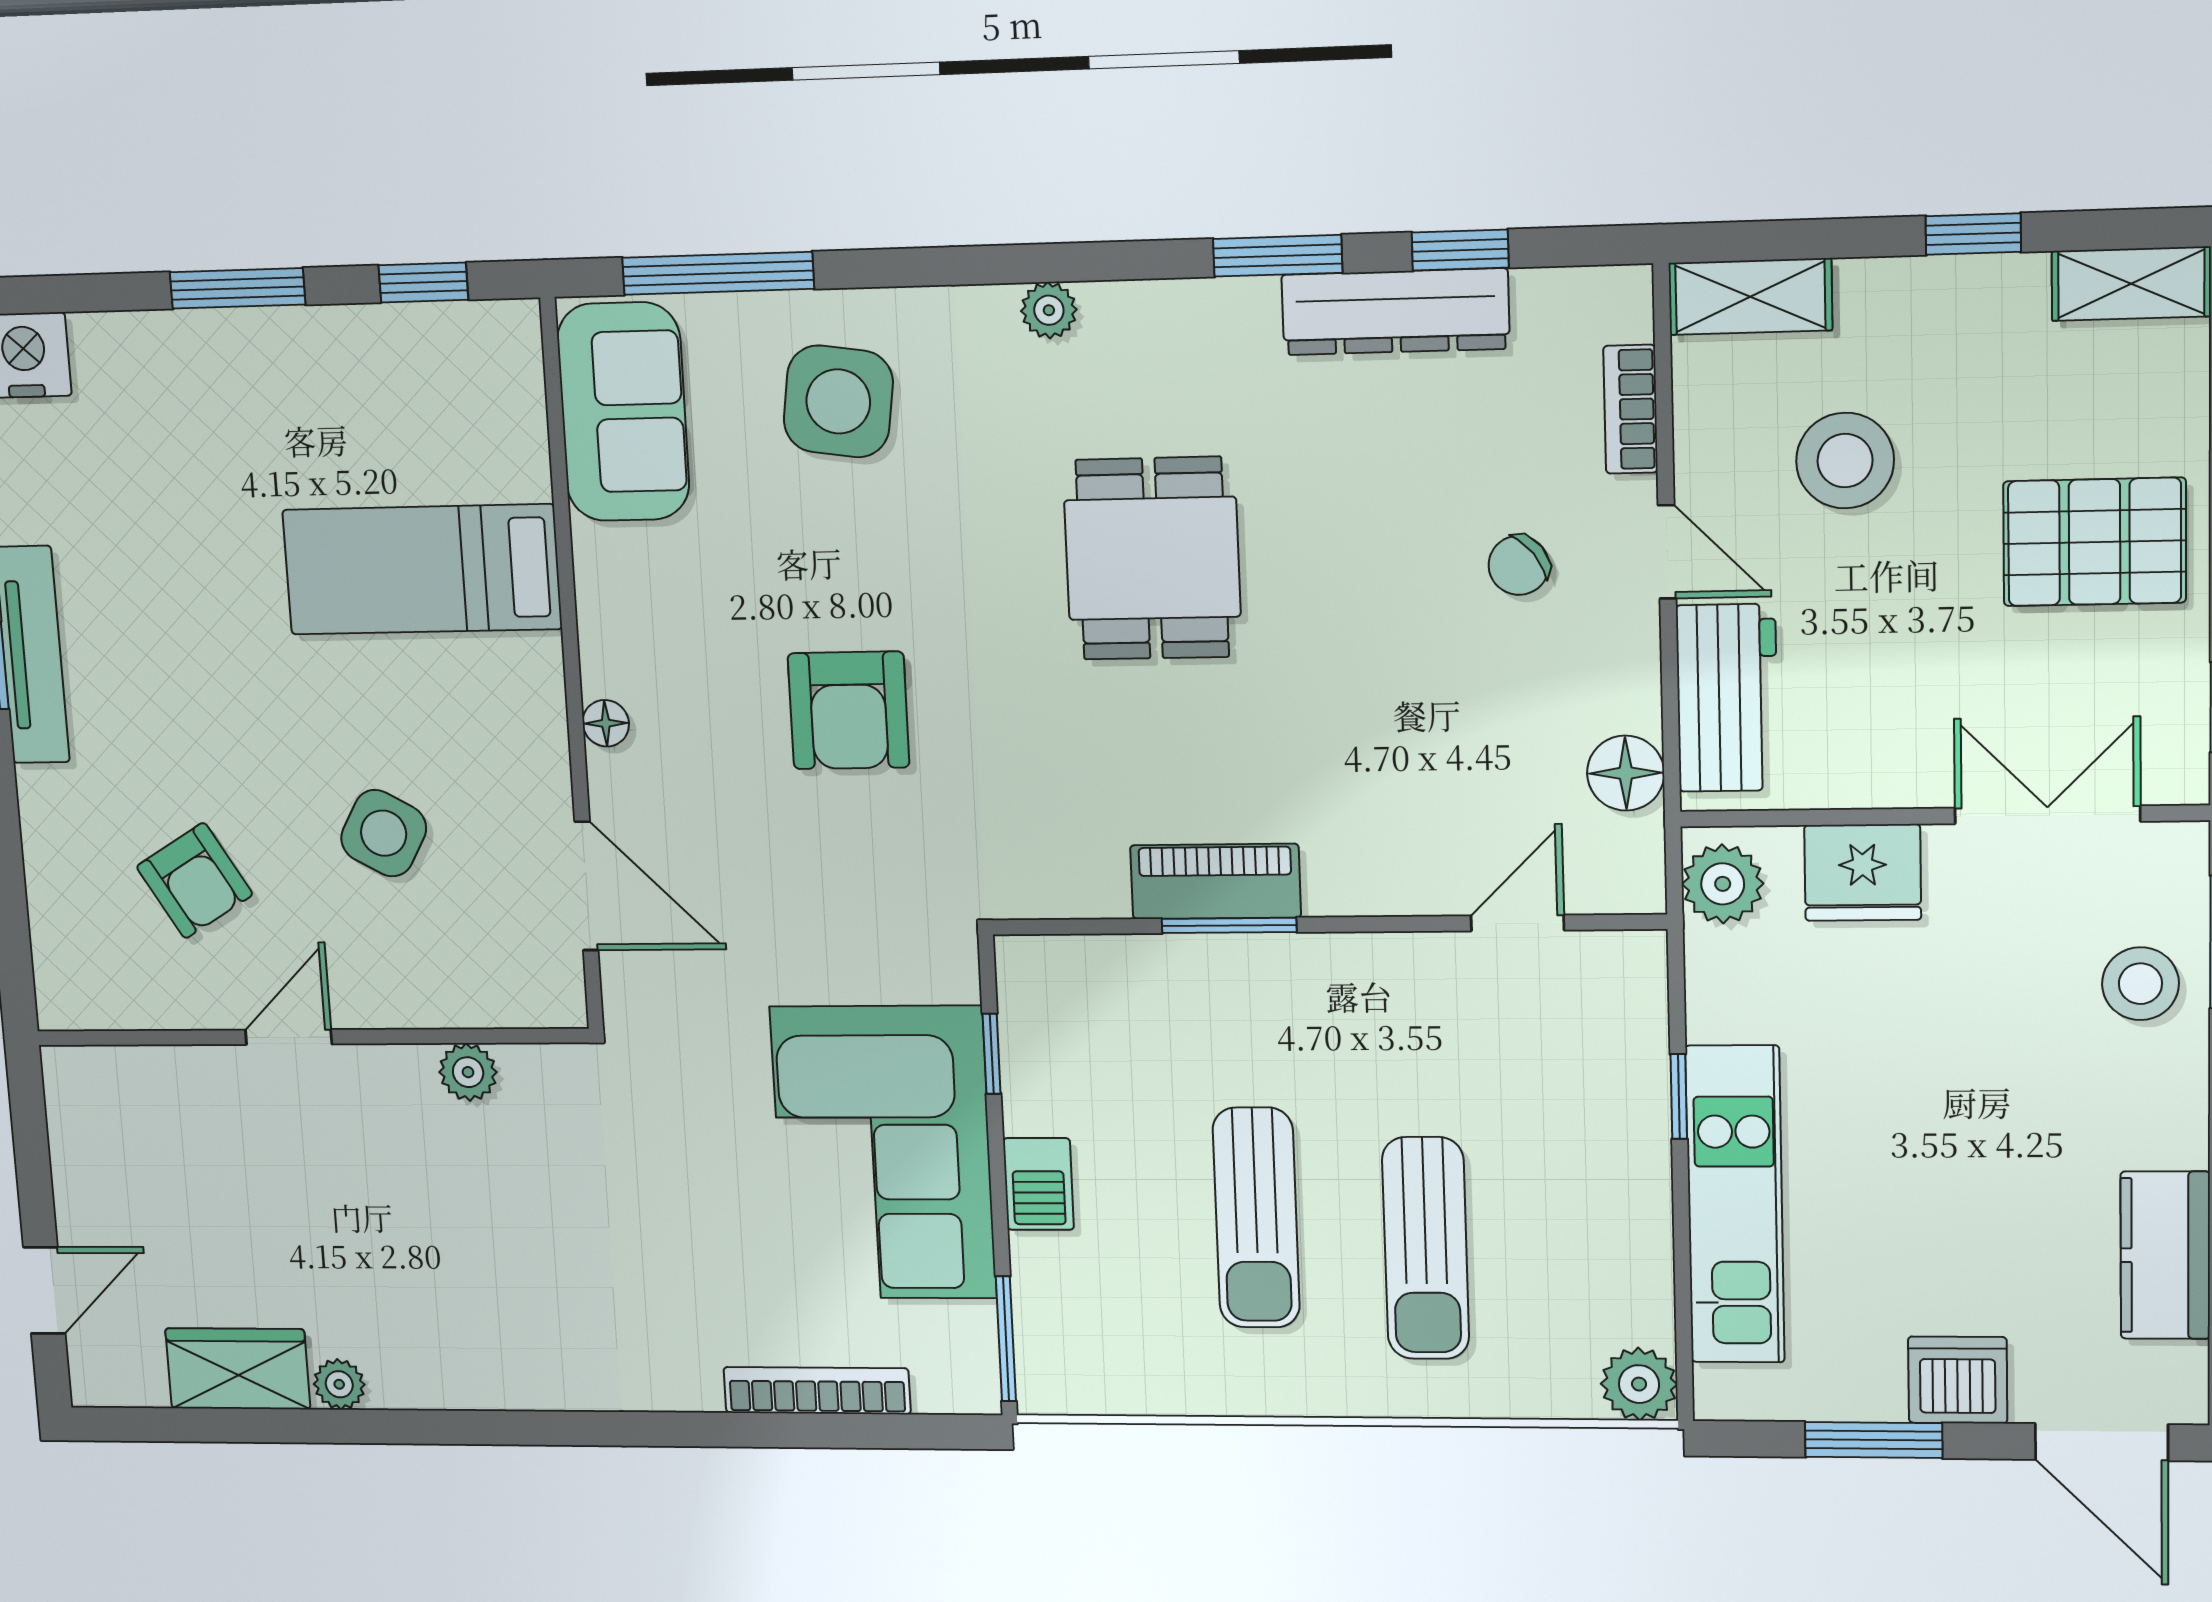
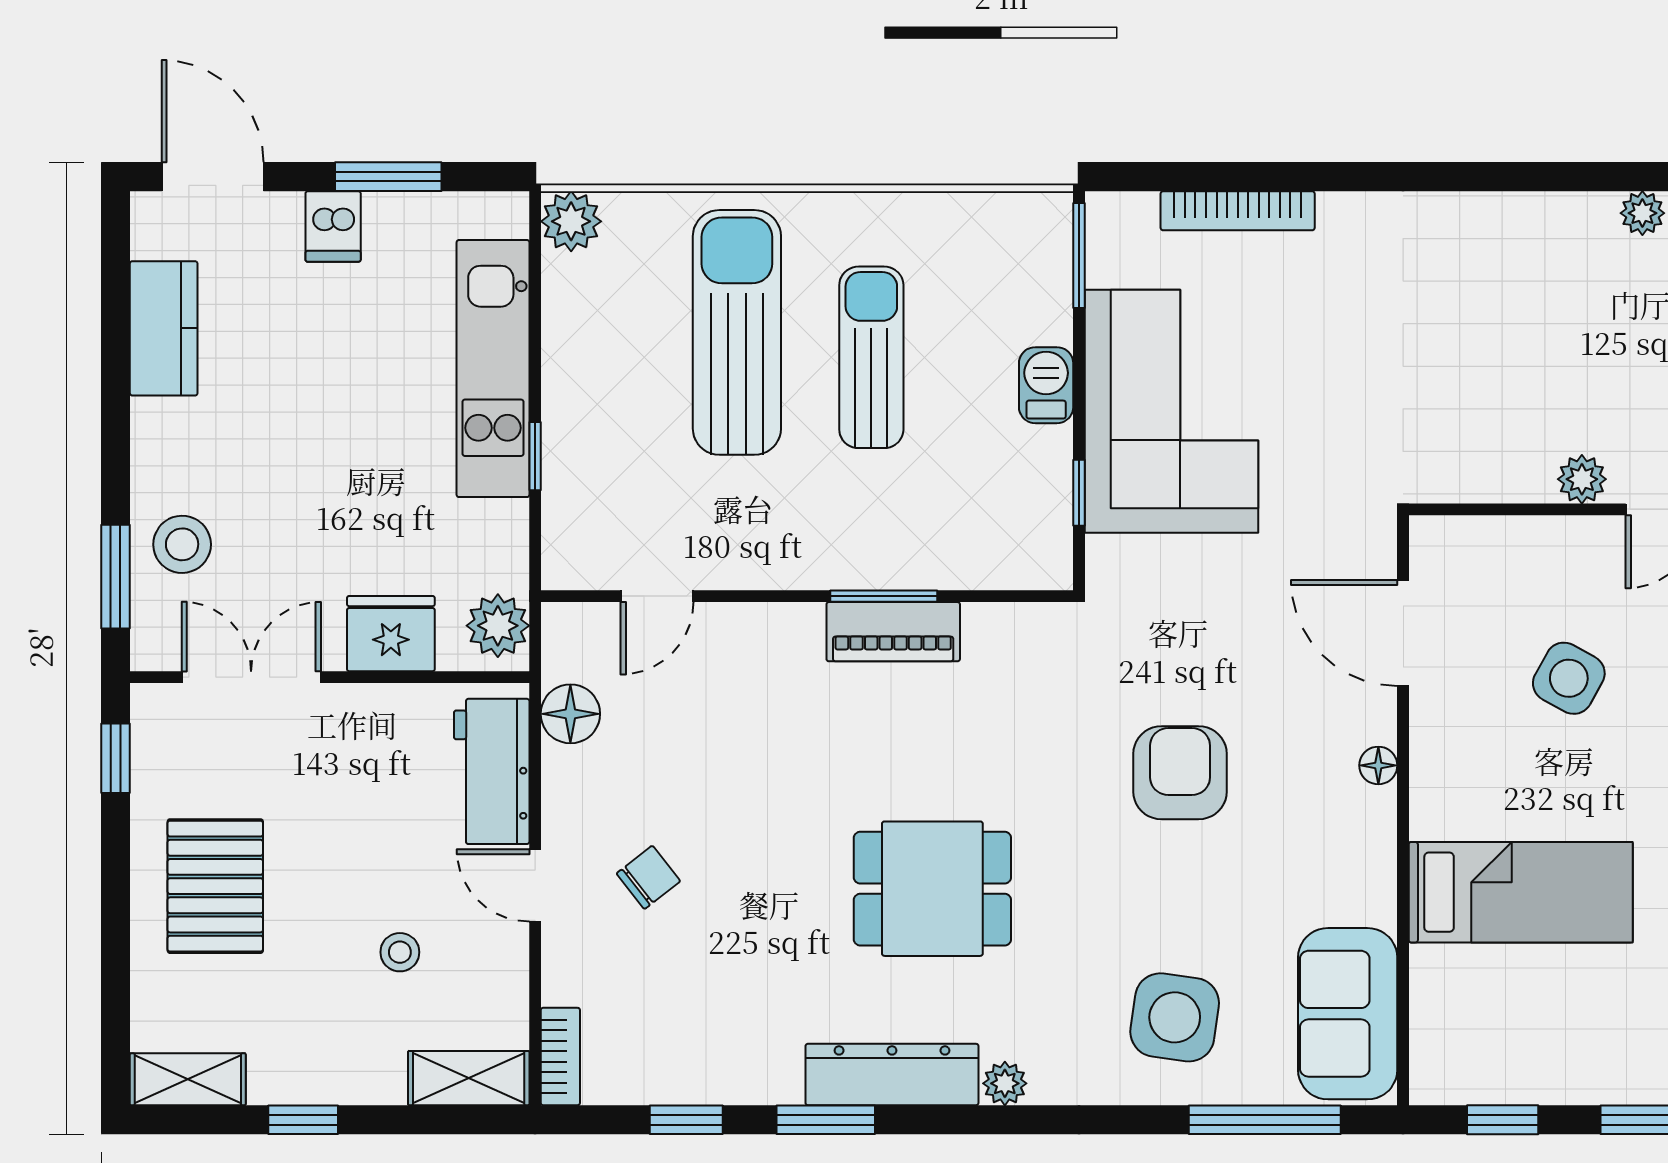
dresser: (1395, 312) -> (892, 1074), moved
bookcase: (1631, 409) -> (560, 1057), moved
stool: (1845, 461) -> (400, 952), width x0.53, depth x0.53
pallet: (2095, 542) -> (215, 886), turned 90
dining table: (1152, 558) -> (932, 889), turned 90
double door: (2047, 815) -> (251, 677), swing flipped
plant: (468, 1072) -> (1582, 479), moved
sun lounger: (1426, 1248) -> (737, 332), width x1.36, depth x1.34
dishwasher: (1958, 1380) -> (333, 226), width x0.73

